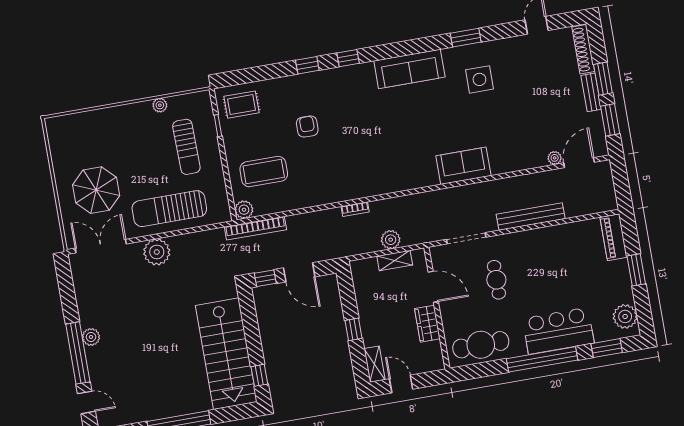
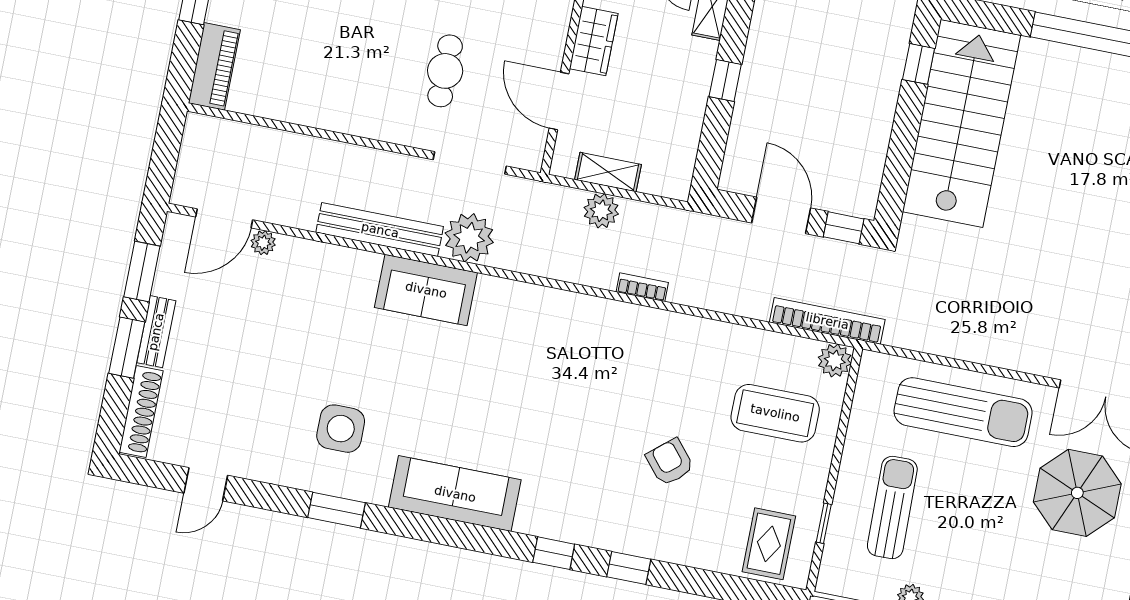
rug: (242, 105) -> (769, 544), turned 90
armchair: (307, 126) -> (670, 462), turned 140
bench: (531, 216) -> (380, 230), moved
plant: (157, 252) -> (469, 238), moved

